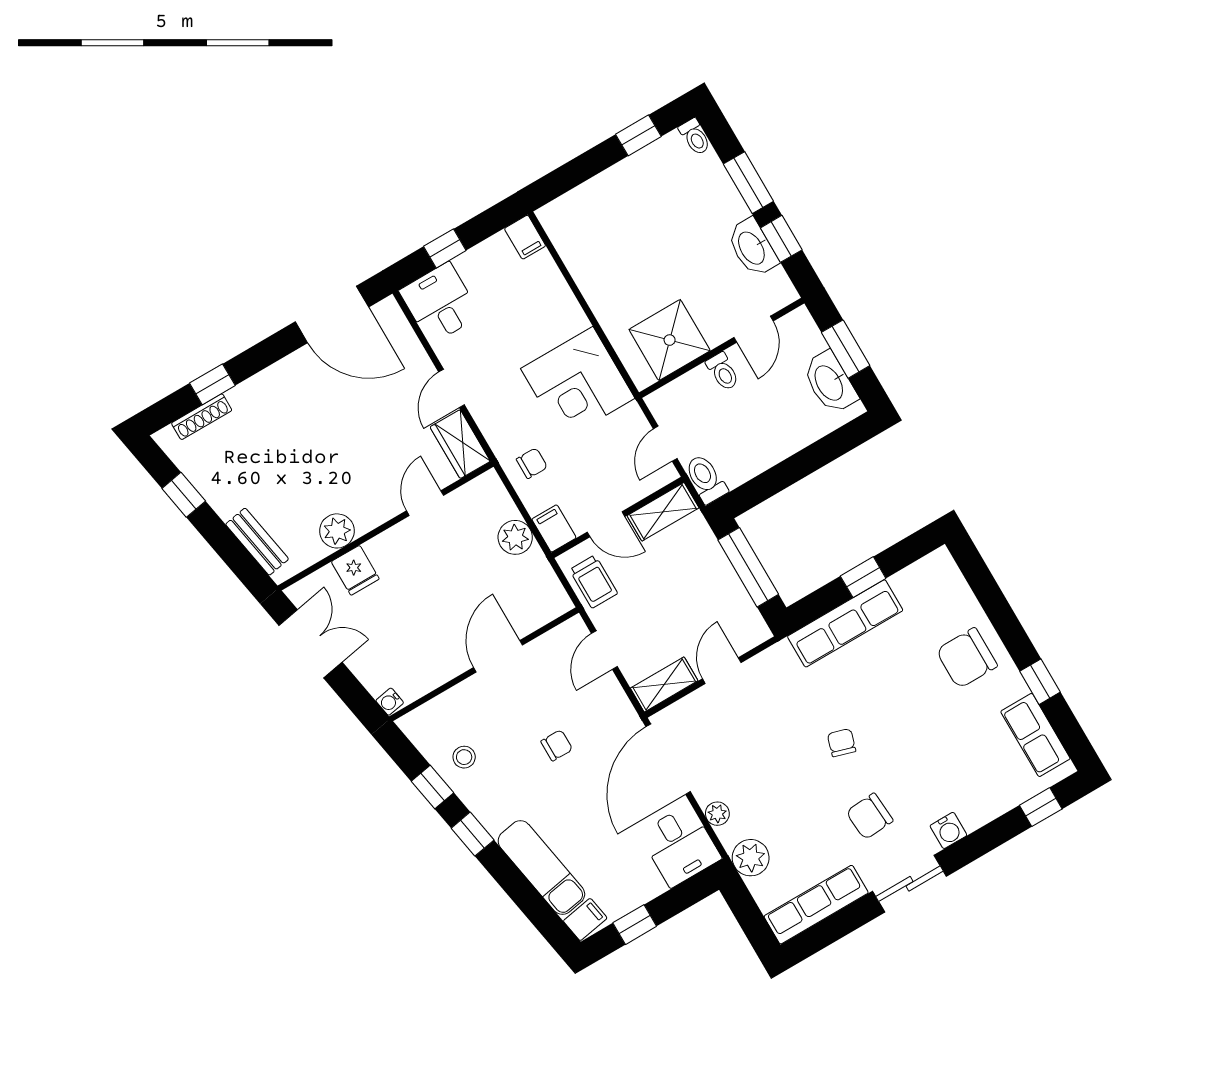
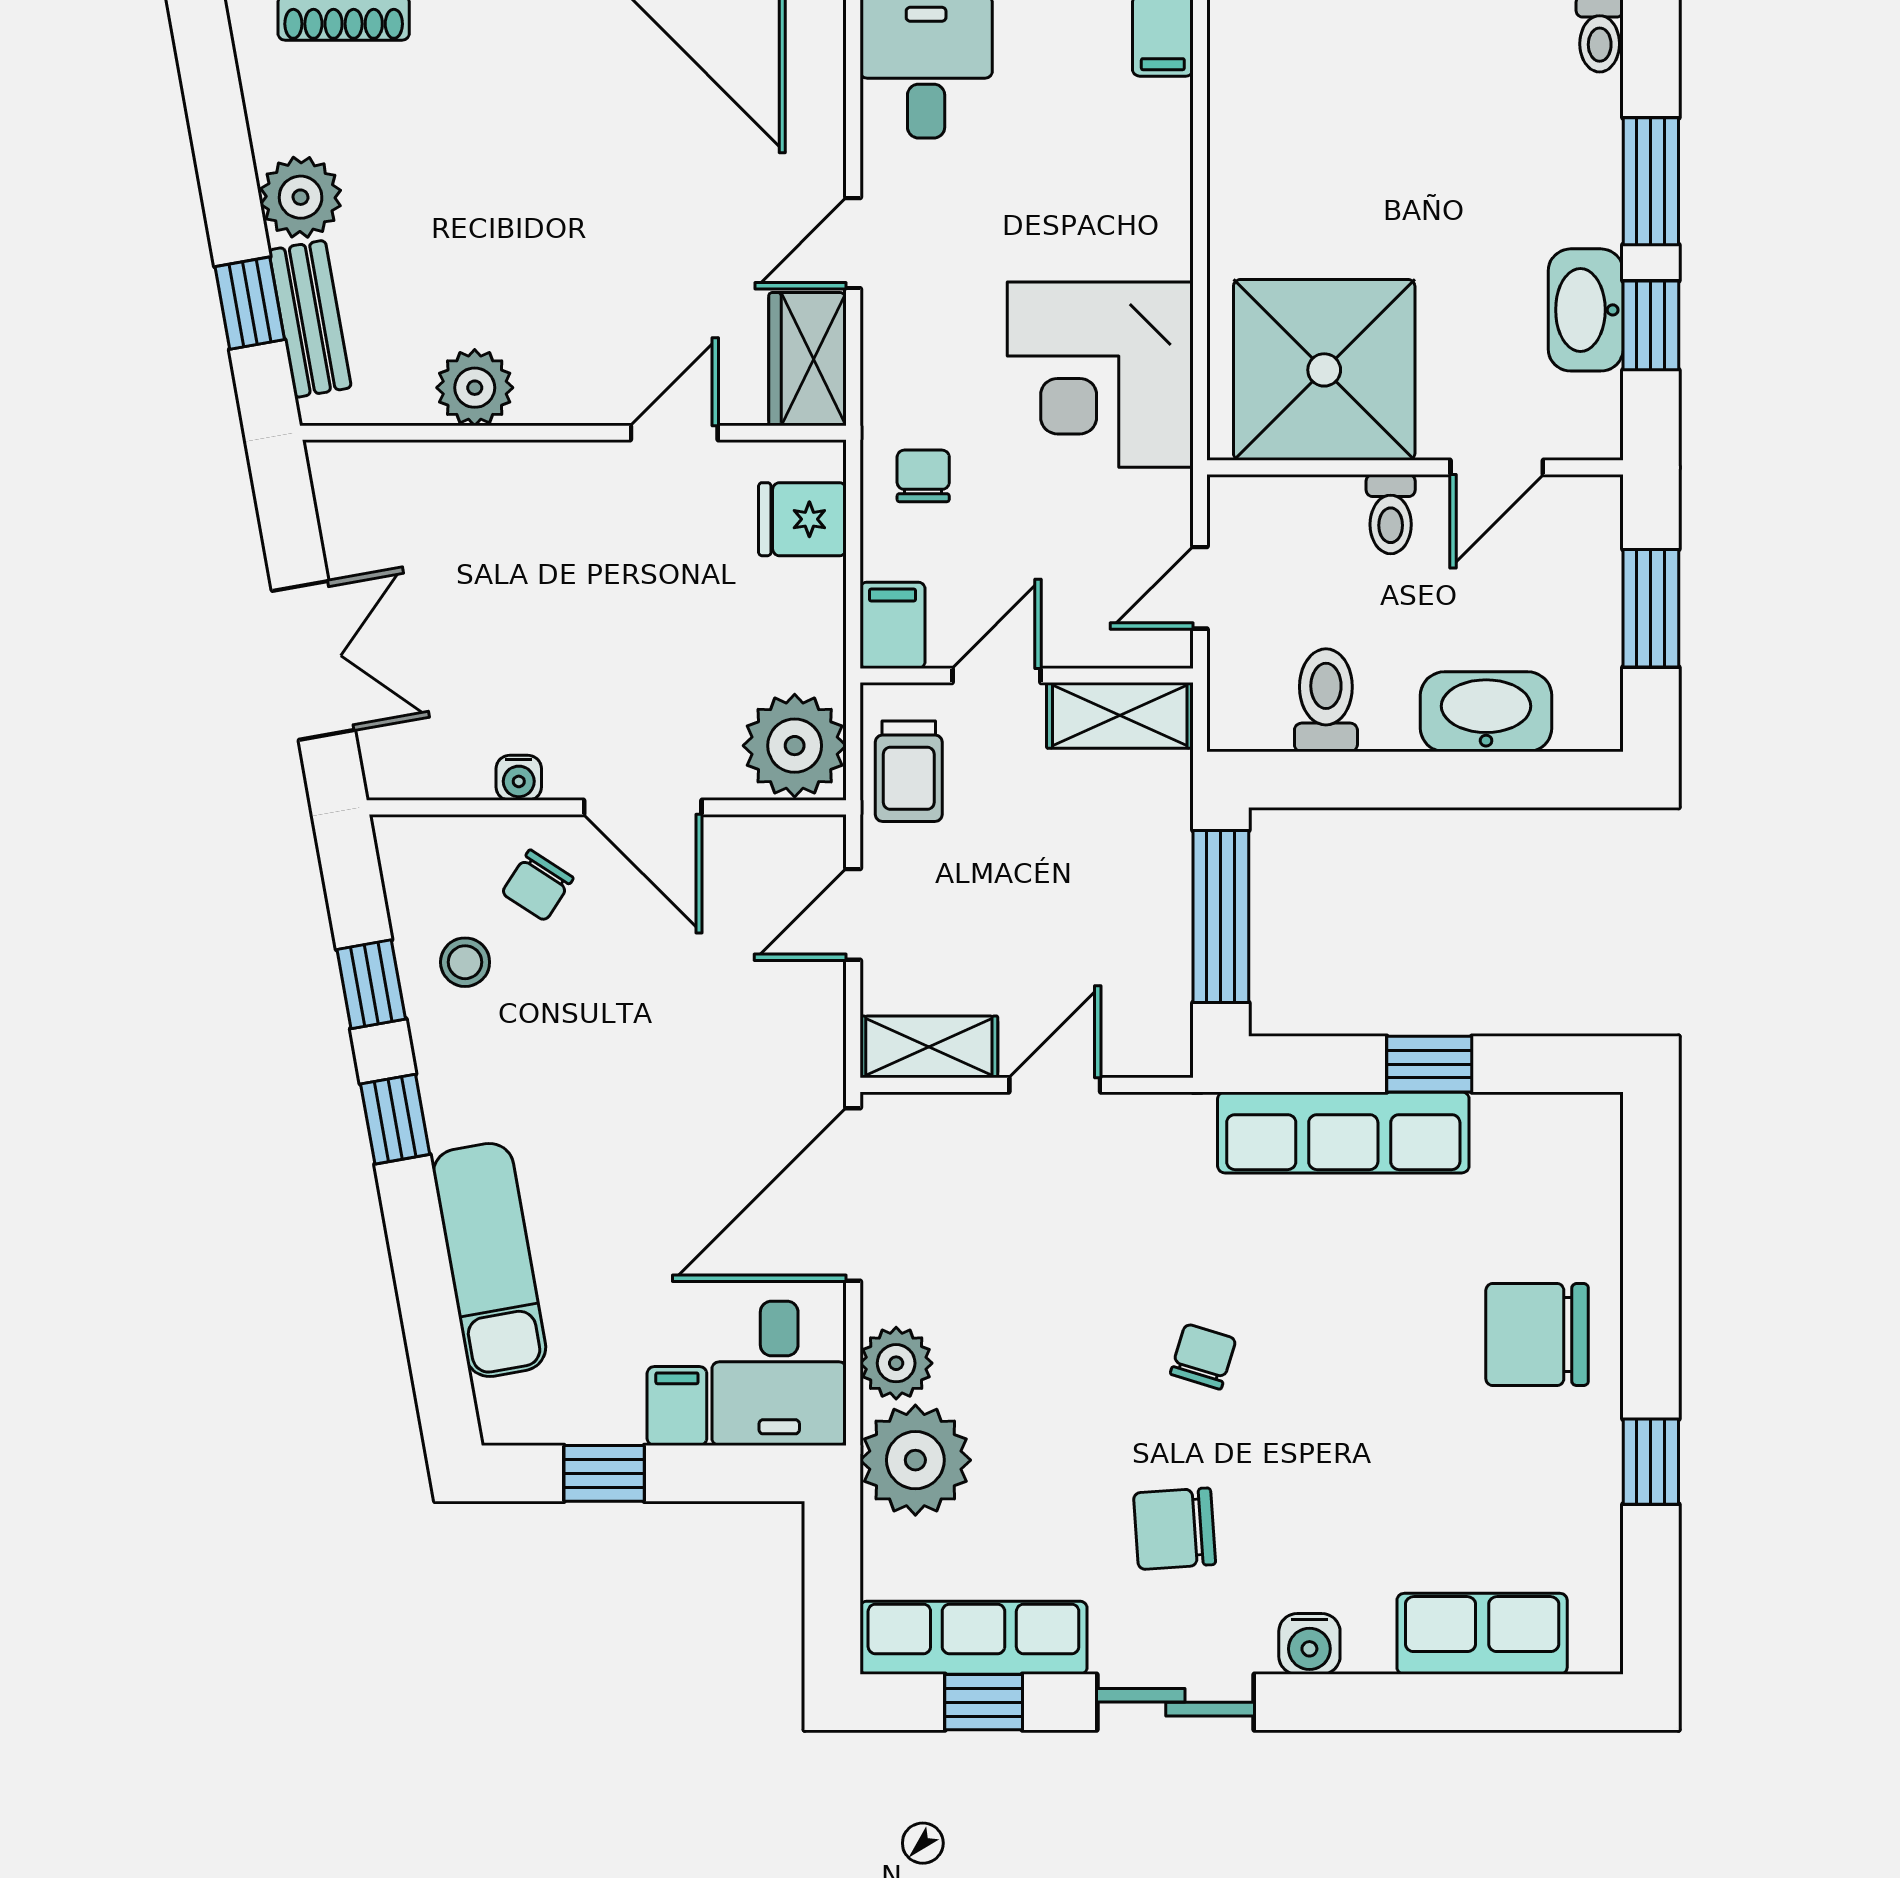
shower: (670, 340) -> (1324, 370), width x1.37, depth x1.37
washbasin: (830, 383) -> (1486, 712), moved, turned 90
chair: (532, 463) -> (923, 476), turned -90
toilet: (706, 479) -> (1326, 700), moved
window: (184, 495) -> (250, 303), moved
plant: (226, 496) -> (301, 197), added
door: (606, 524) -> (997, 676), swing flipped
plant: (515, 537) -> (795, 746), moved, width x1.36, depth x1.36
fridge: (355, 570) -> (802, 519), moved, turned 90
double door: (310, 644) -> (313, 660), moved
door: (498, 656) -> (643, 807), swing flipped
water cooler: (390, 702) -> (519, 778), moved, turned -80
row of seats: (1035, 735) -> (1482, 1634), moved, turned 90
chair: (557, 745) -> (537, 885), moved, turned 123
window: (1041, 807) -> (984, 1702), moved
plant: (717, 814) -> (896, 1363), width x1.38, depth x1.38
plant: (751, 858) -> (915, 1460), width x1.36, depth x1.36
filing cabinet: (585, 920) -> (677, 1406), moved, turned -80

